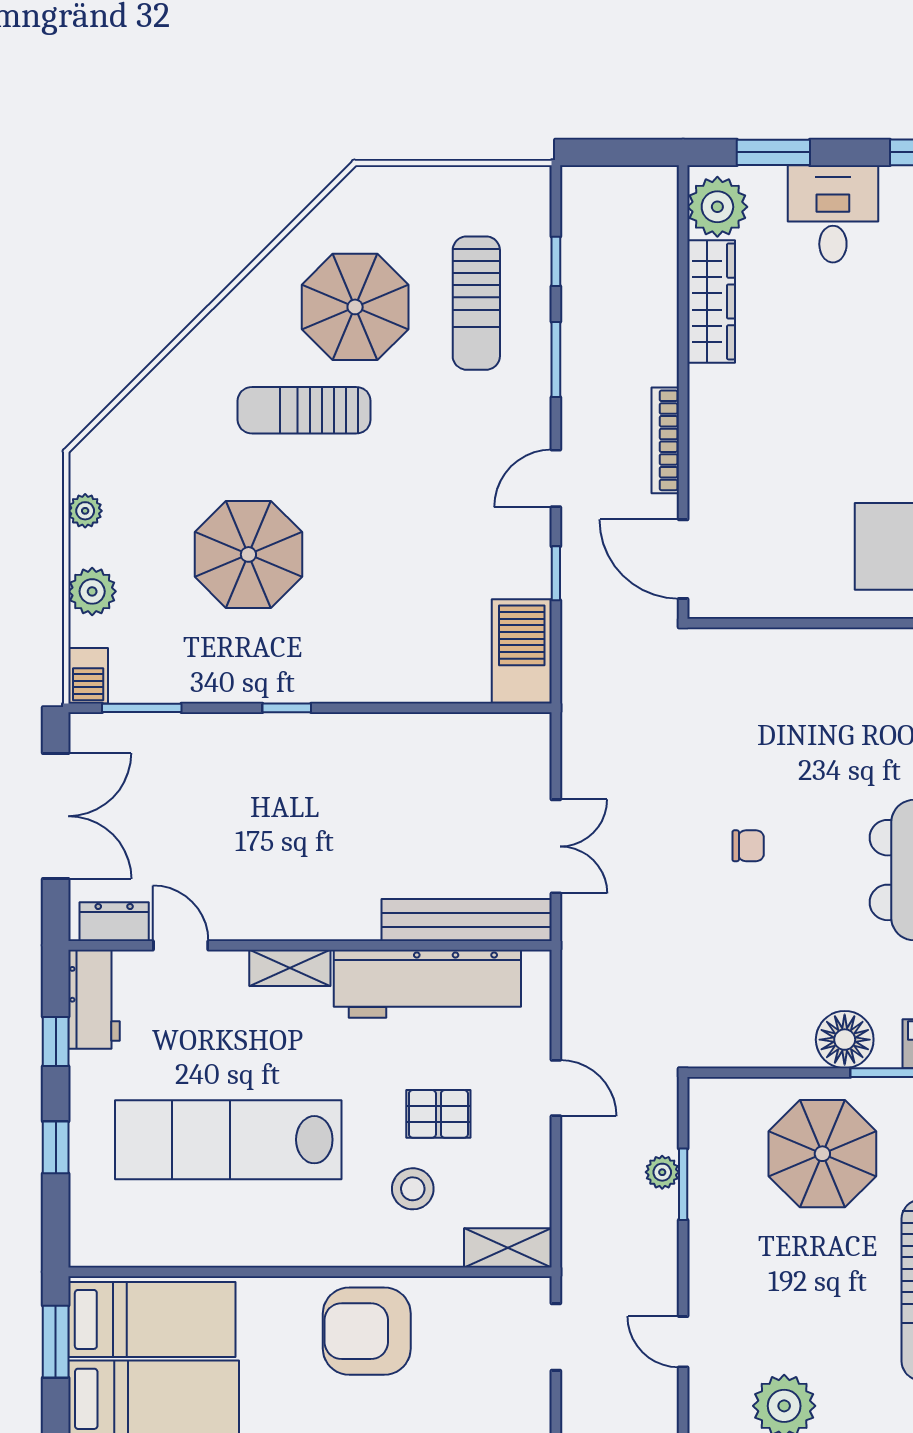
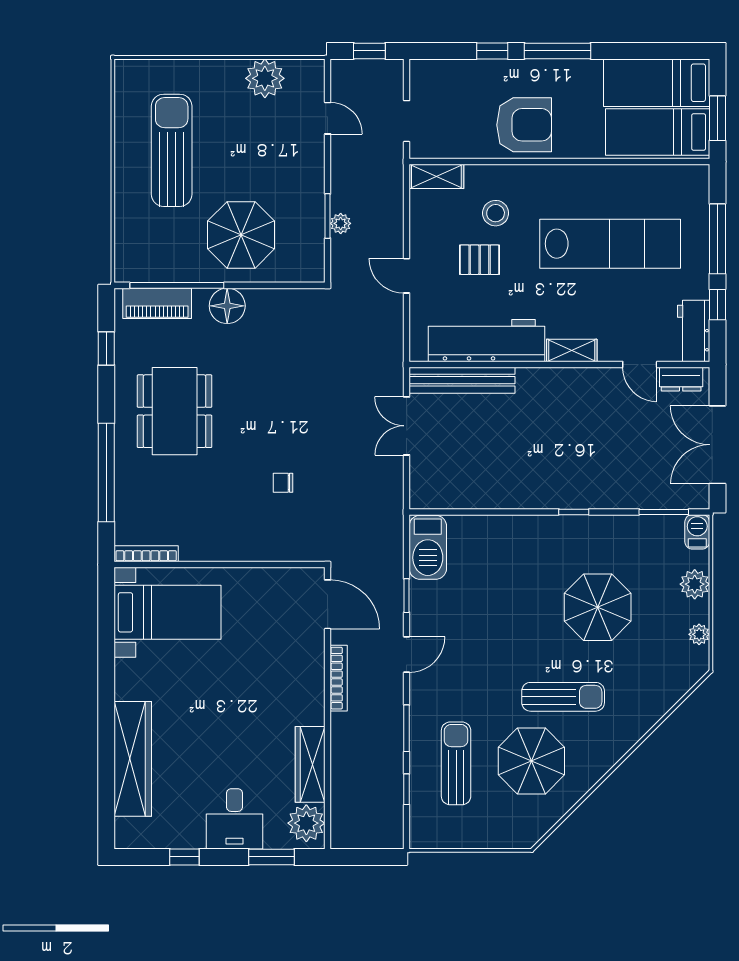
chair: (748, 846) -> (283, 483), moved
window: (56, 1147) -> (717, 239), width x2.17

